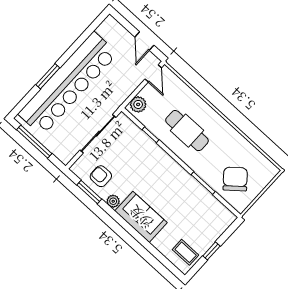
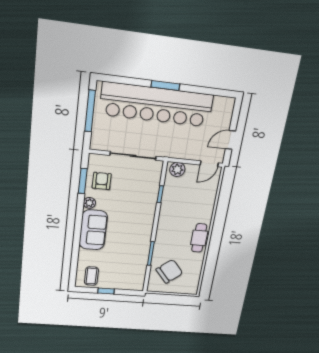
window: (48, 76) -> (165, 86), moved
cafe table: (187, 131) -> (199, 238), moved, width x0.73, depth x0.74

